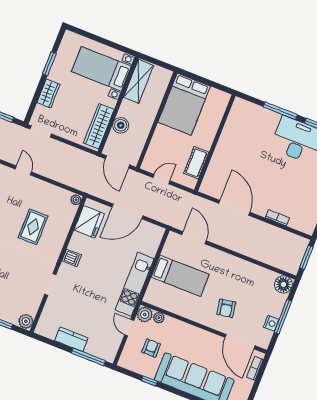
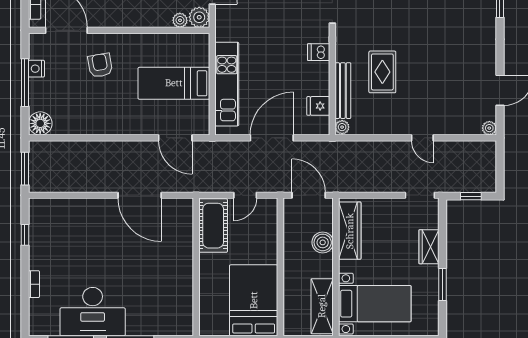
cot: (196, 163) -> (213, 226), width x1.37, depth x1.34
bookcase: (277, 218) -> (81, 204), removed
fridge: (89, 222) -> (318, 106), width x0.53, depth x0.75
bench: (65, 225) -> (343, 91), added
kitchen unit: (135, 284) -> (227, 84), moved

